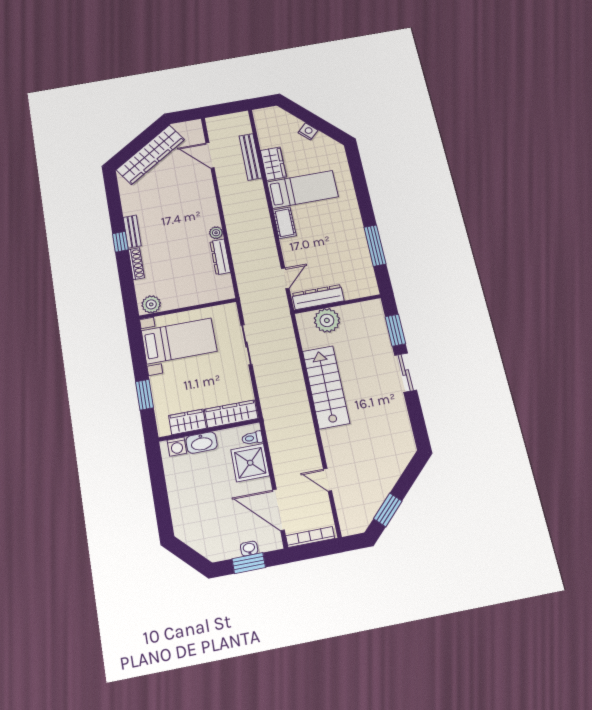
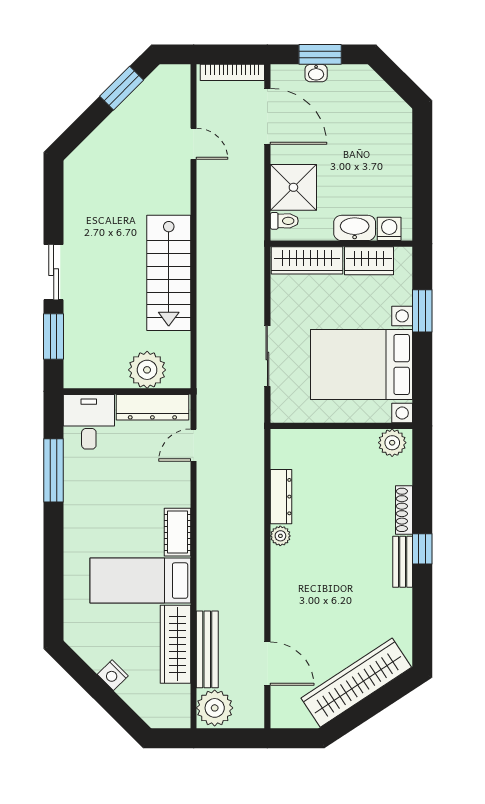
plant: (239, 124) -> (215, 708), added
wardrobe: (273, 164) -> (175, 644), width x1.50
desk: (359, 280) -> (89, 422), added
bed with nightstands: (179, 341) -> (361, 364), width x1.36

